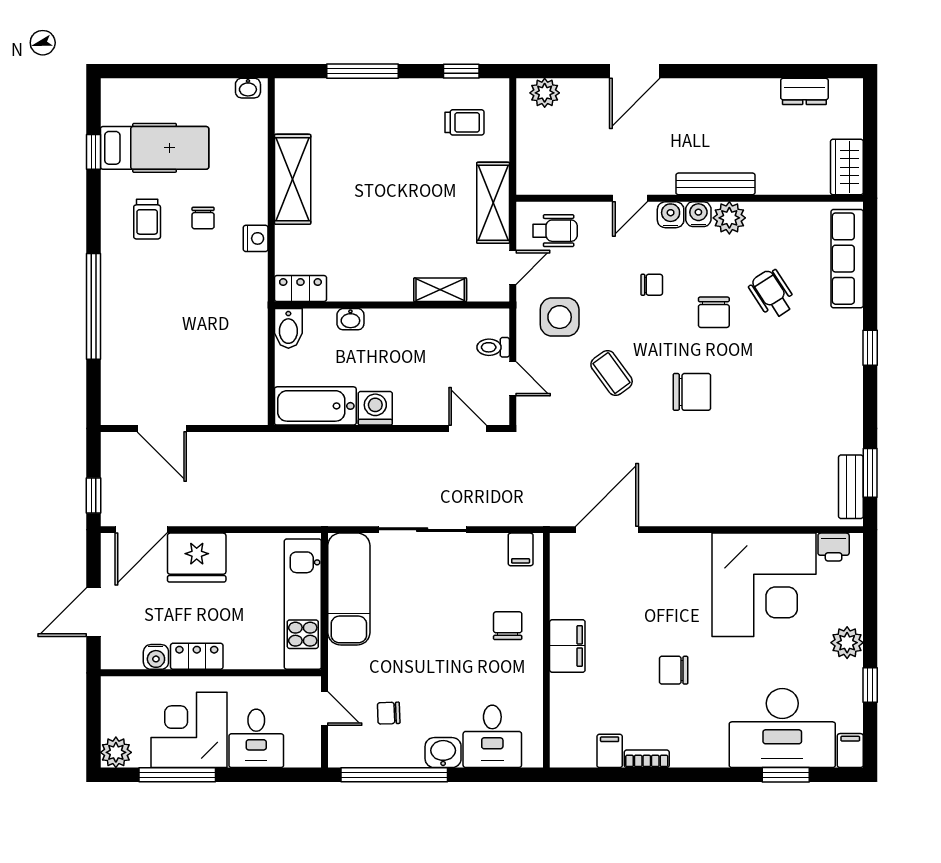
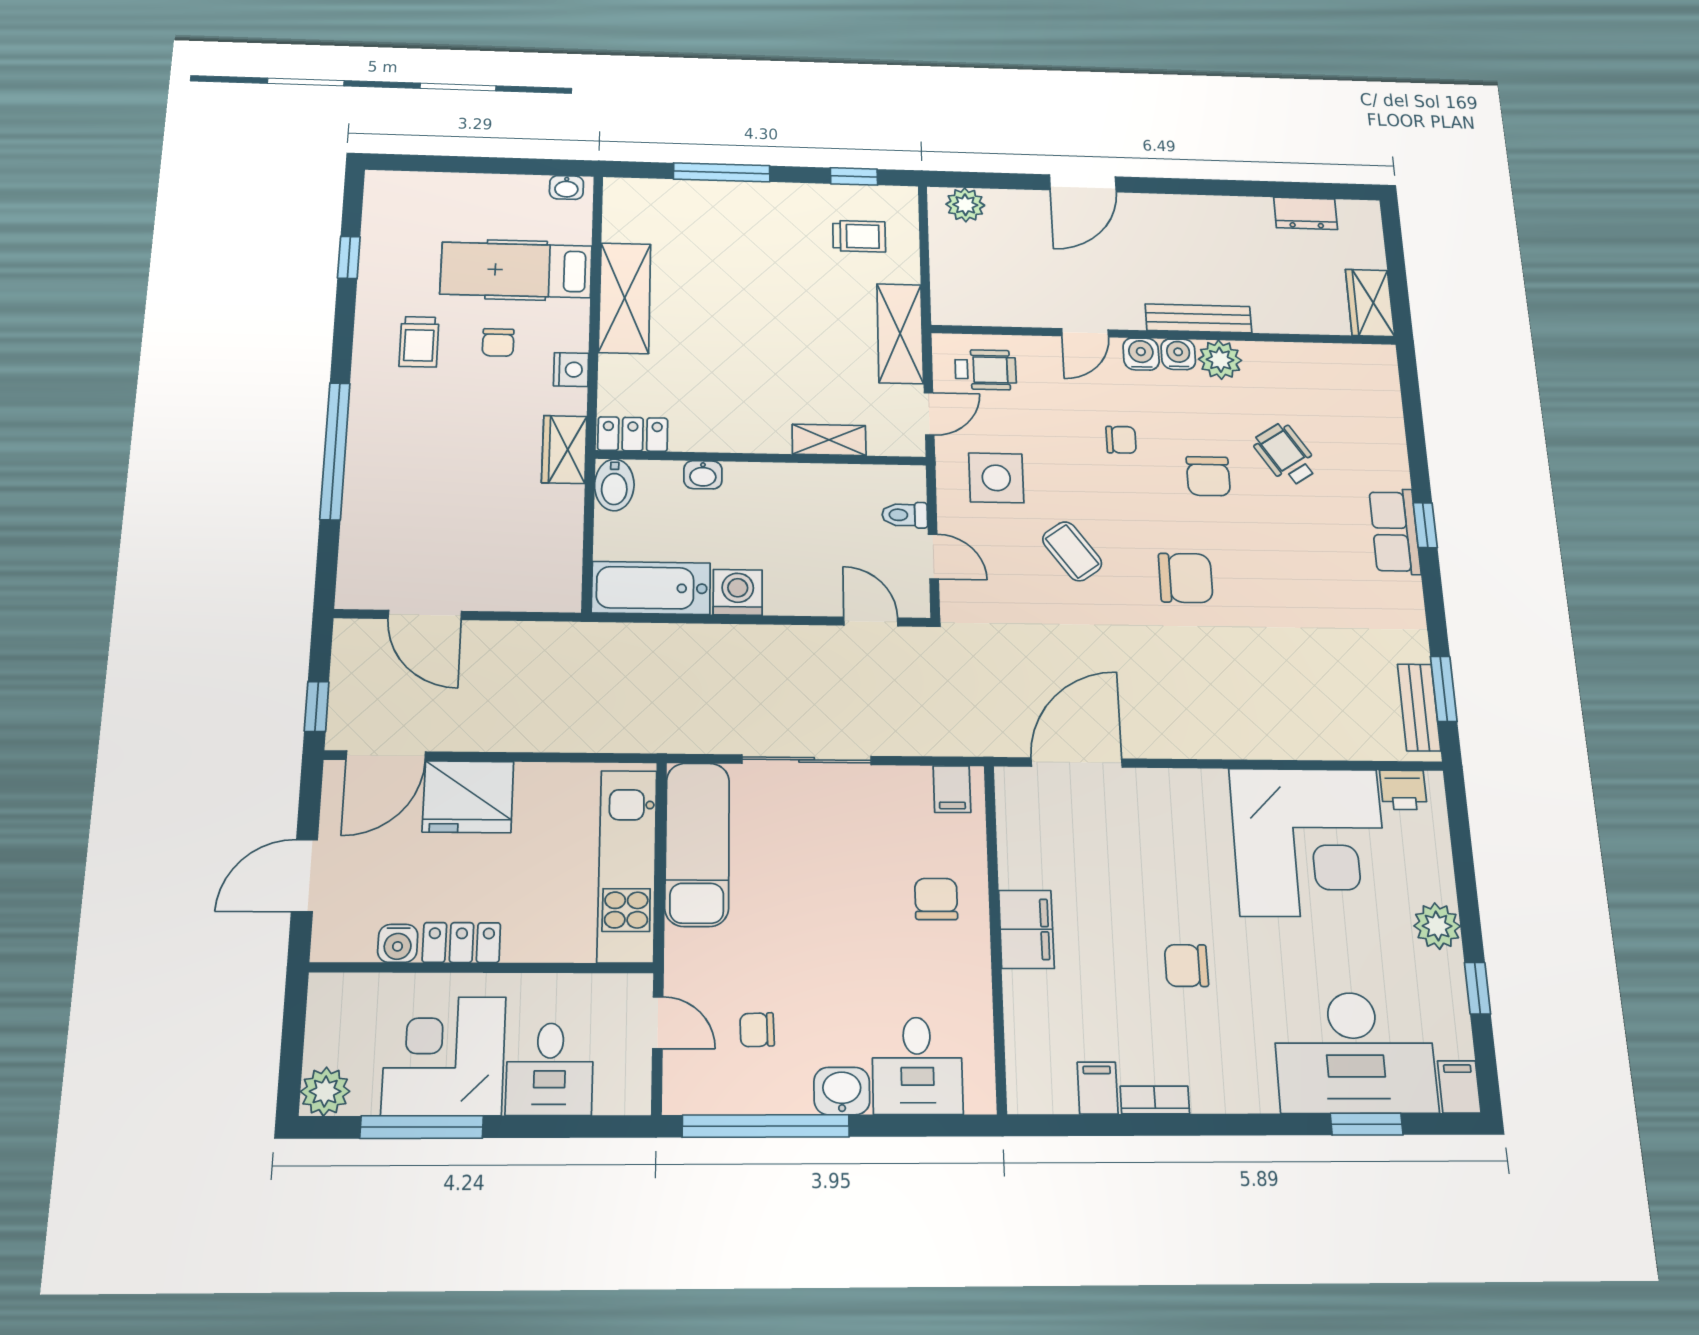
hospital bed: (155, 148) -> (516, 270), moved, turned 180
row of seats: (847, 259) -> (1395, 532), moved, width x0.68
wardrobe: (253, 302) -> (564, 449), added

